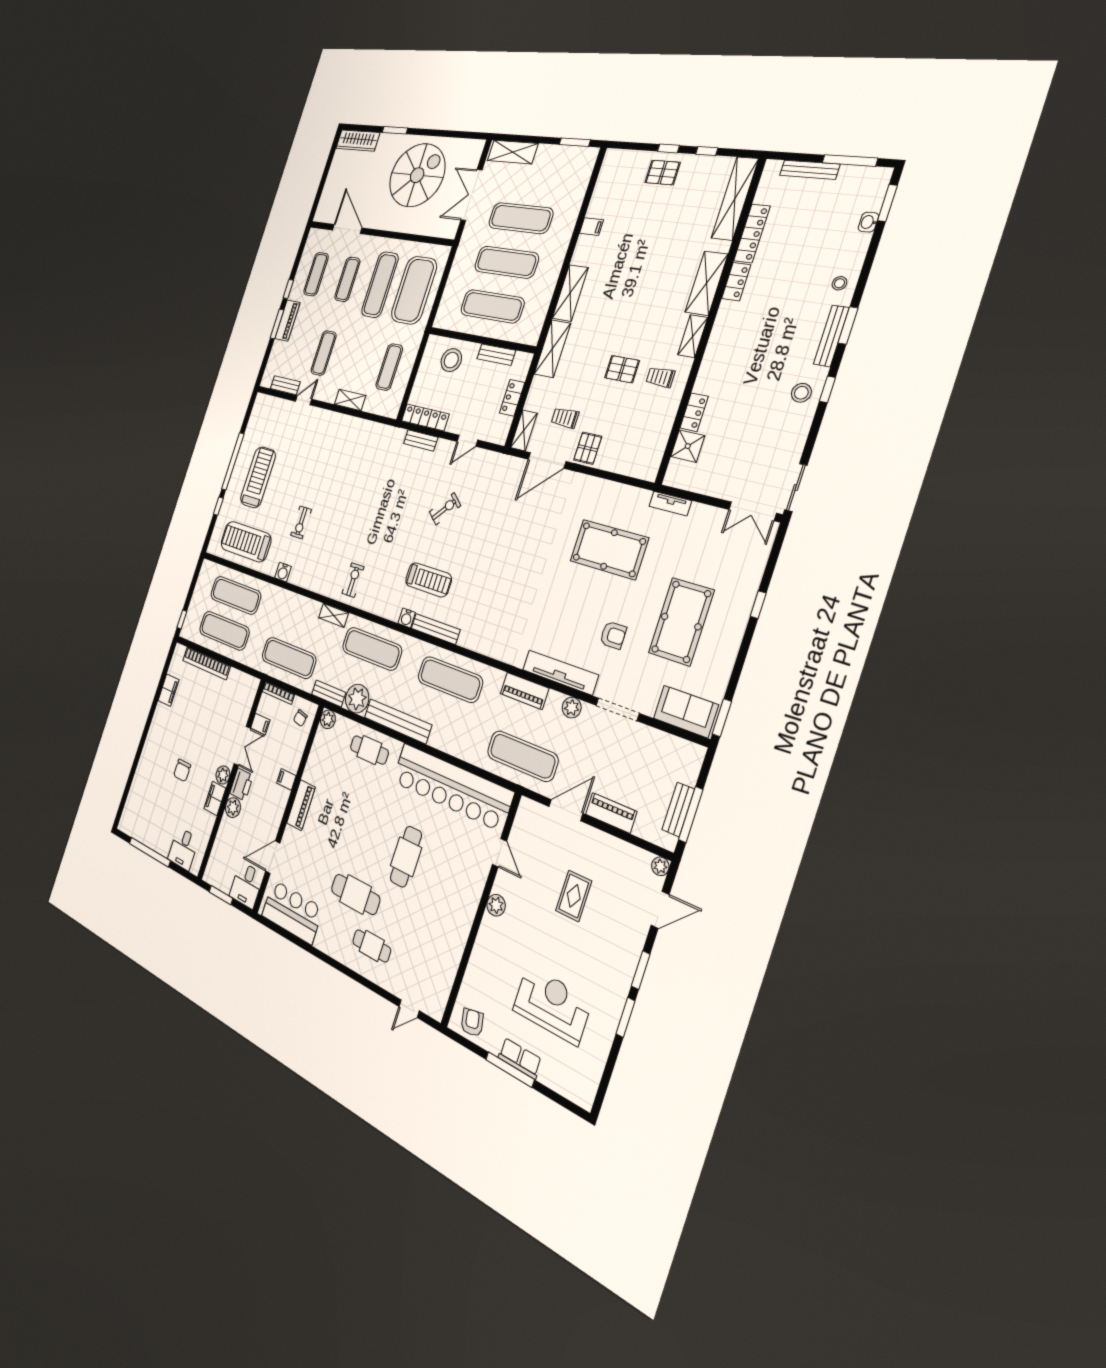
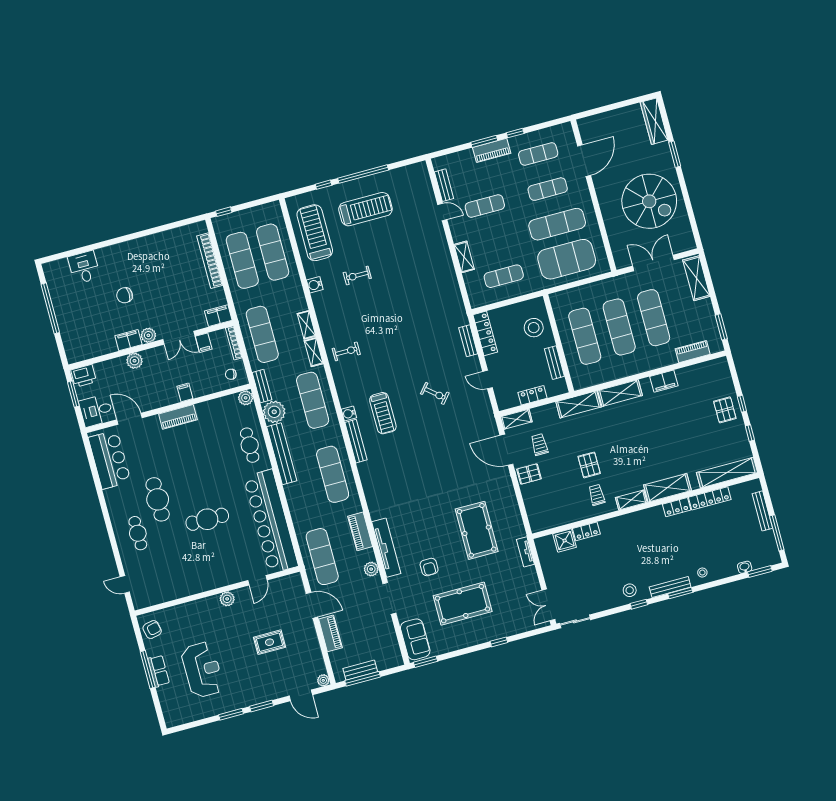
piano: (579, 187) -> (693, 352), added
filing cabinet: (591, 227) -> (664, 381), width x2.00
shelving: (308, 605) -> (306, 325), added
filing cabinet: (169, 690) -> (218, 316), moved, turned 180
printer: (241, 784) -> (84, 376), moved
desk: (183, 849) -> (84, 267), moved, turned 90

